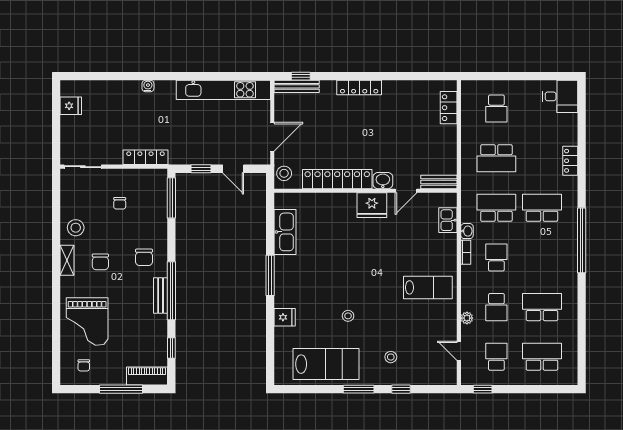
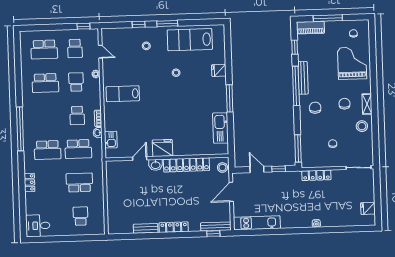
kitchen unit: (223, 90) -> (257, 223), width x0.73
locker: (449, 108) -> (113, 216), removed
bench: (439, 182) -> (146, 228), moved
bench: (161, 296) -> (303, 78), width x1.36

